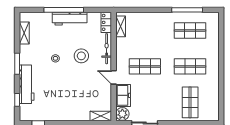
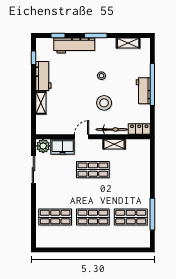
workbench: (70, 19) -> (143, 91), width x0.73
shelving: (121, 26) -> (114, 144), moved
shop shelf: (190, 30) -> (131, 217), turned 90
shop shelf: (145, 66) -> (93, 170), turned 90
shop shelf: (190, 66) -> (93, 217), turned 90
workbench: (56, 114) -> (43, 76), added
shelving: (101, 116) -> (41, 103), moved

